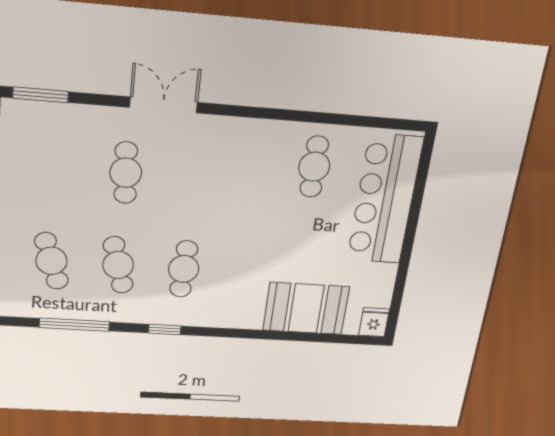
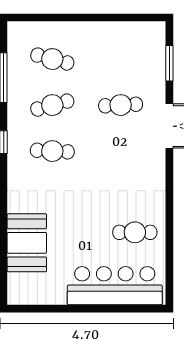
window: (41, 95) -> (169, 63), moved
cafe table: (51, 261) -> (52, 59), turned 33
fridge: (374, 322) -> (19, 295), removed

